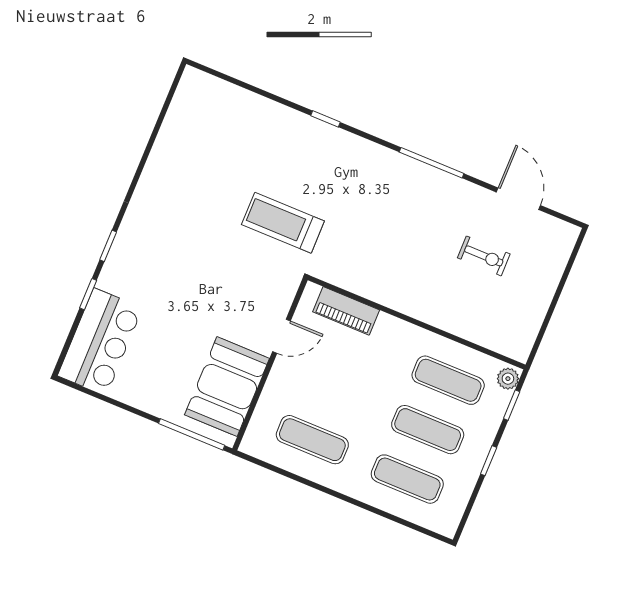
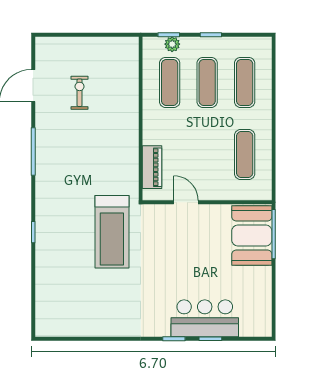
treadmill: (283, 223) -> (112, 232), width x1.37, depth x1.38
bar counter: (100, 342) -> (205, 318), moved
plant: (508, 379) -> (172, 44), moved
booth: (227, 387) -> (252, 236), moved, turned 90

